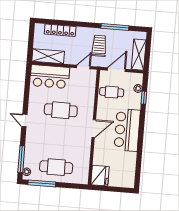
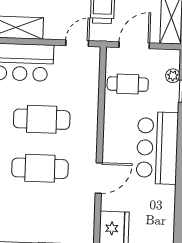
door: (94, 129) -> (99, 178), moved
cafe table: (56, 167) -> (40, 168), moved

